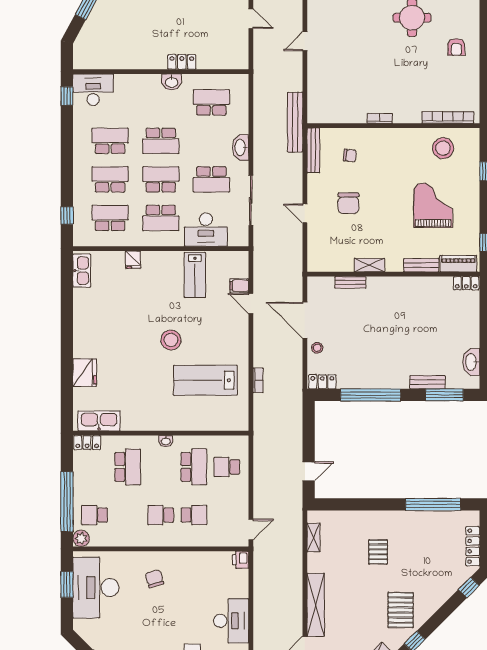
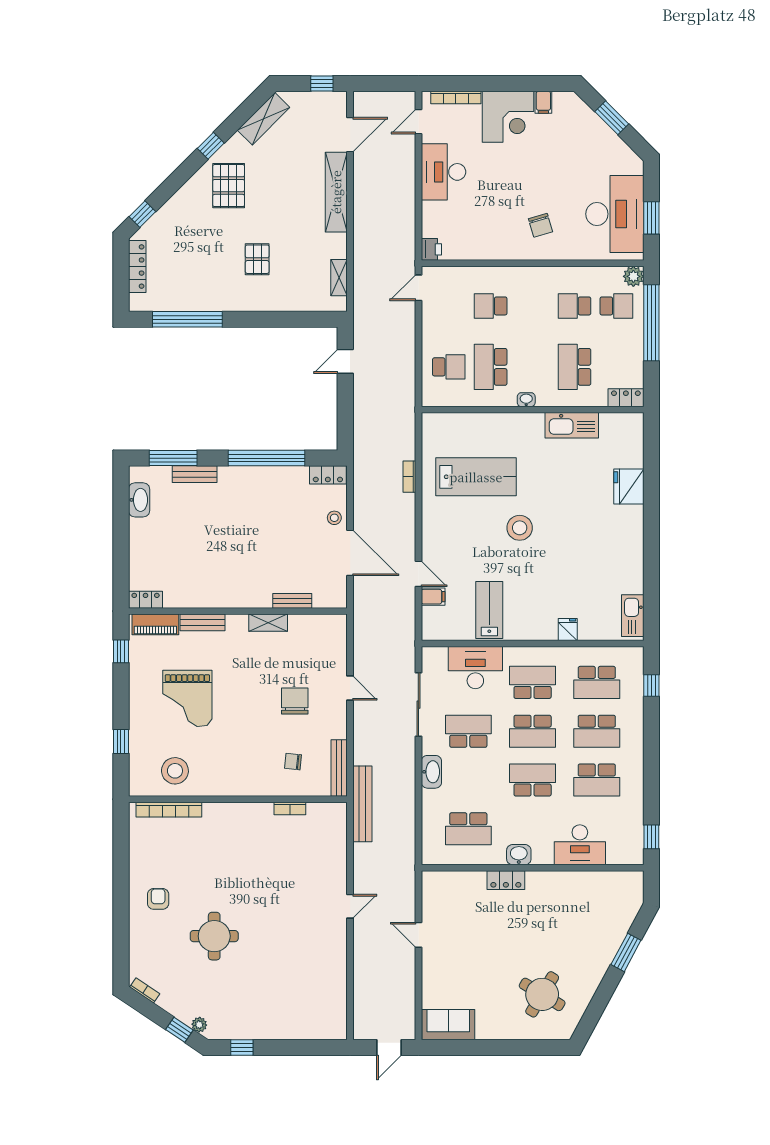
desk: (93, 90) -> (580, 845), moved
bookcase: (380, 118) -> (290, 809), moved
kitchen sink: (99, 421) -> (572, 425), moved
school desk: (161, 515) -> (574, 306), moved, turned 180

